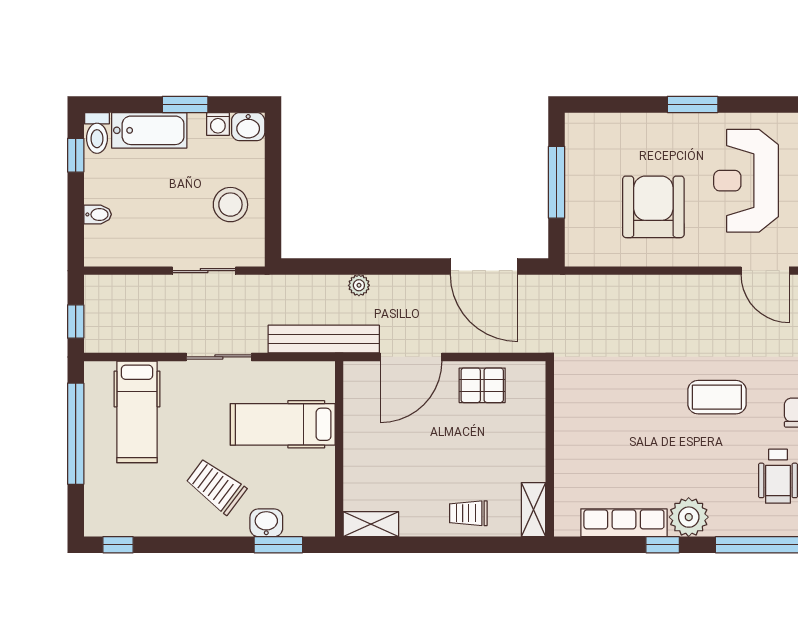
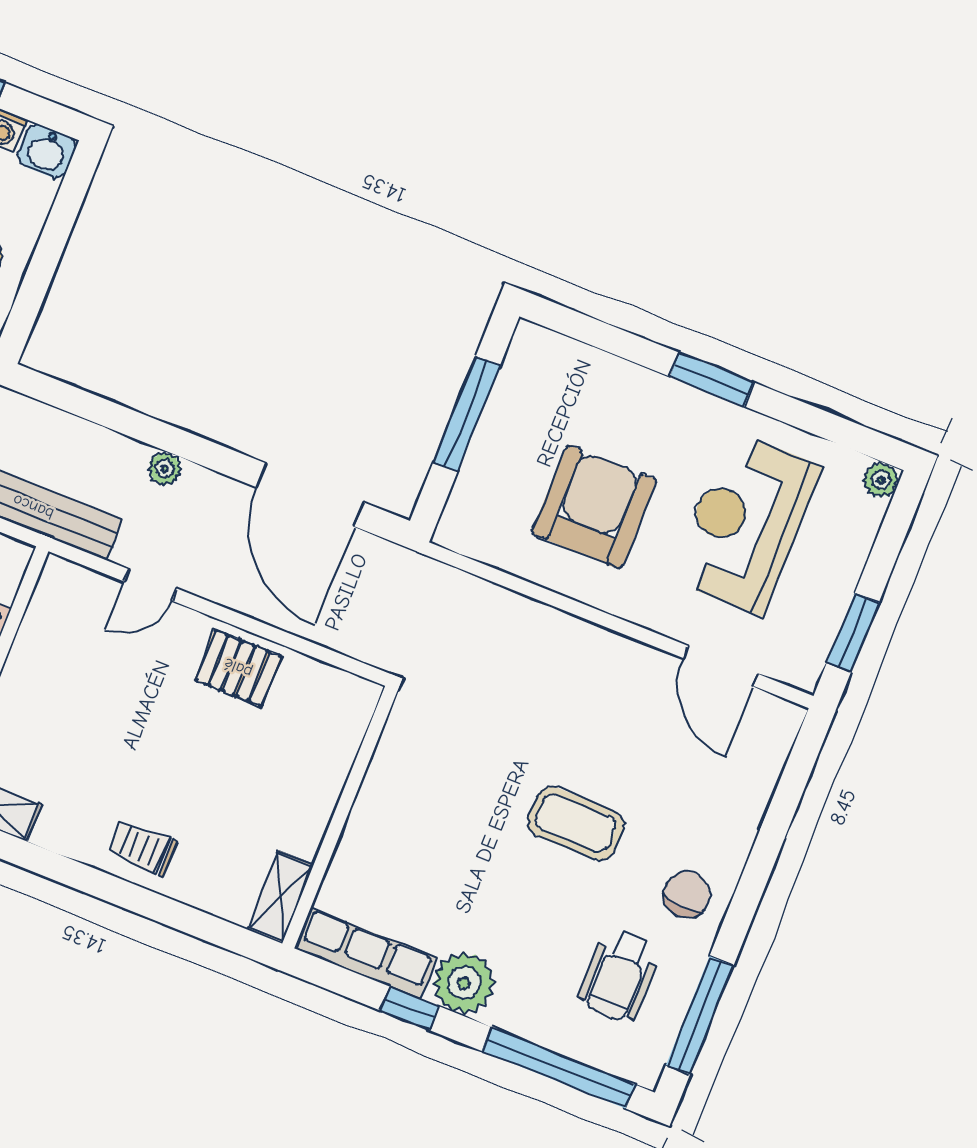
plant: (359, 285) -> (165, 469), moved
door: (411, 357) -> (150, 585), width x0.53
wall: (550, 449) -> (340, 817), moved
shelving: (534, 510) -> (280, 897), moved

